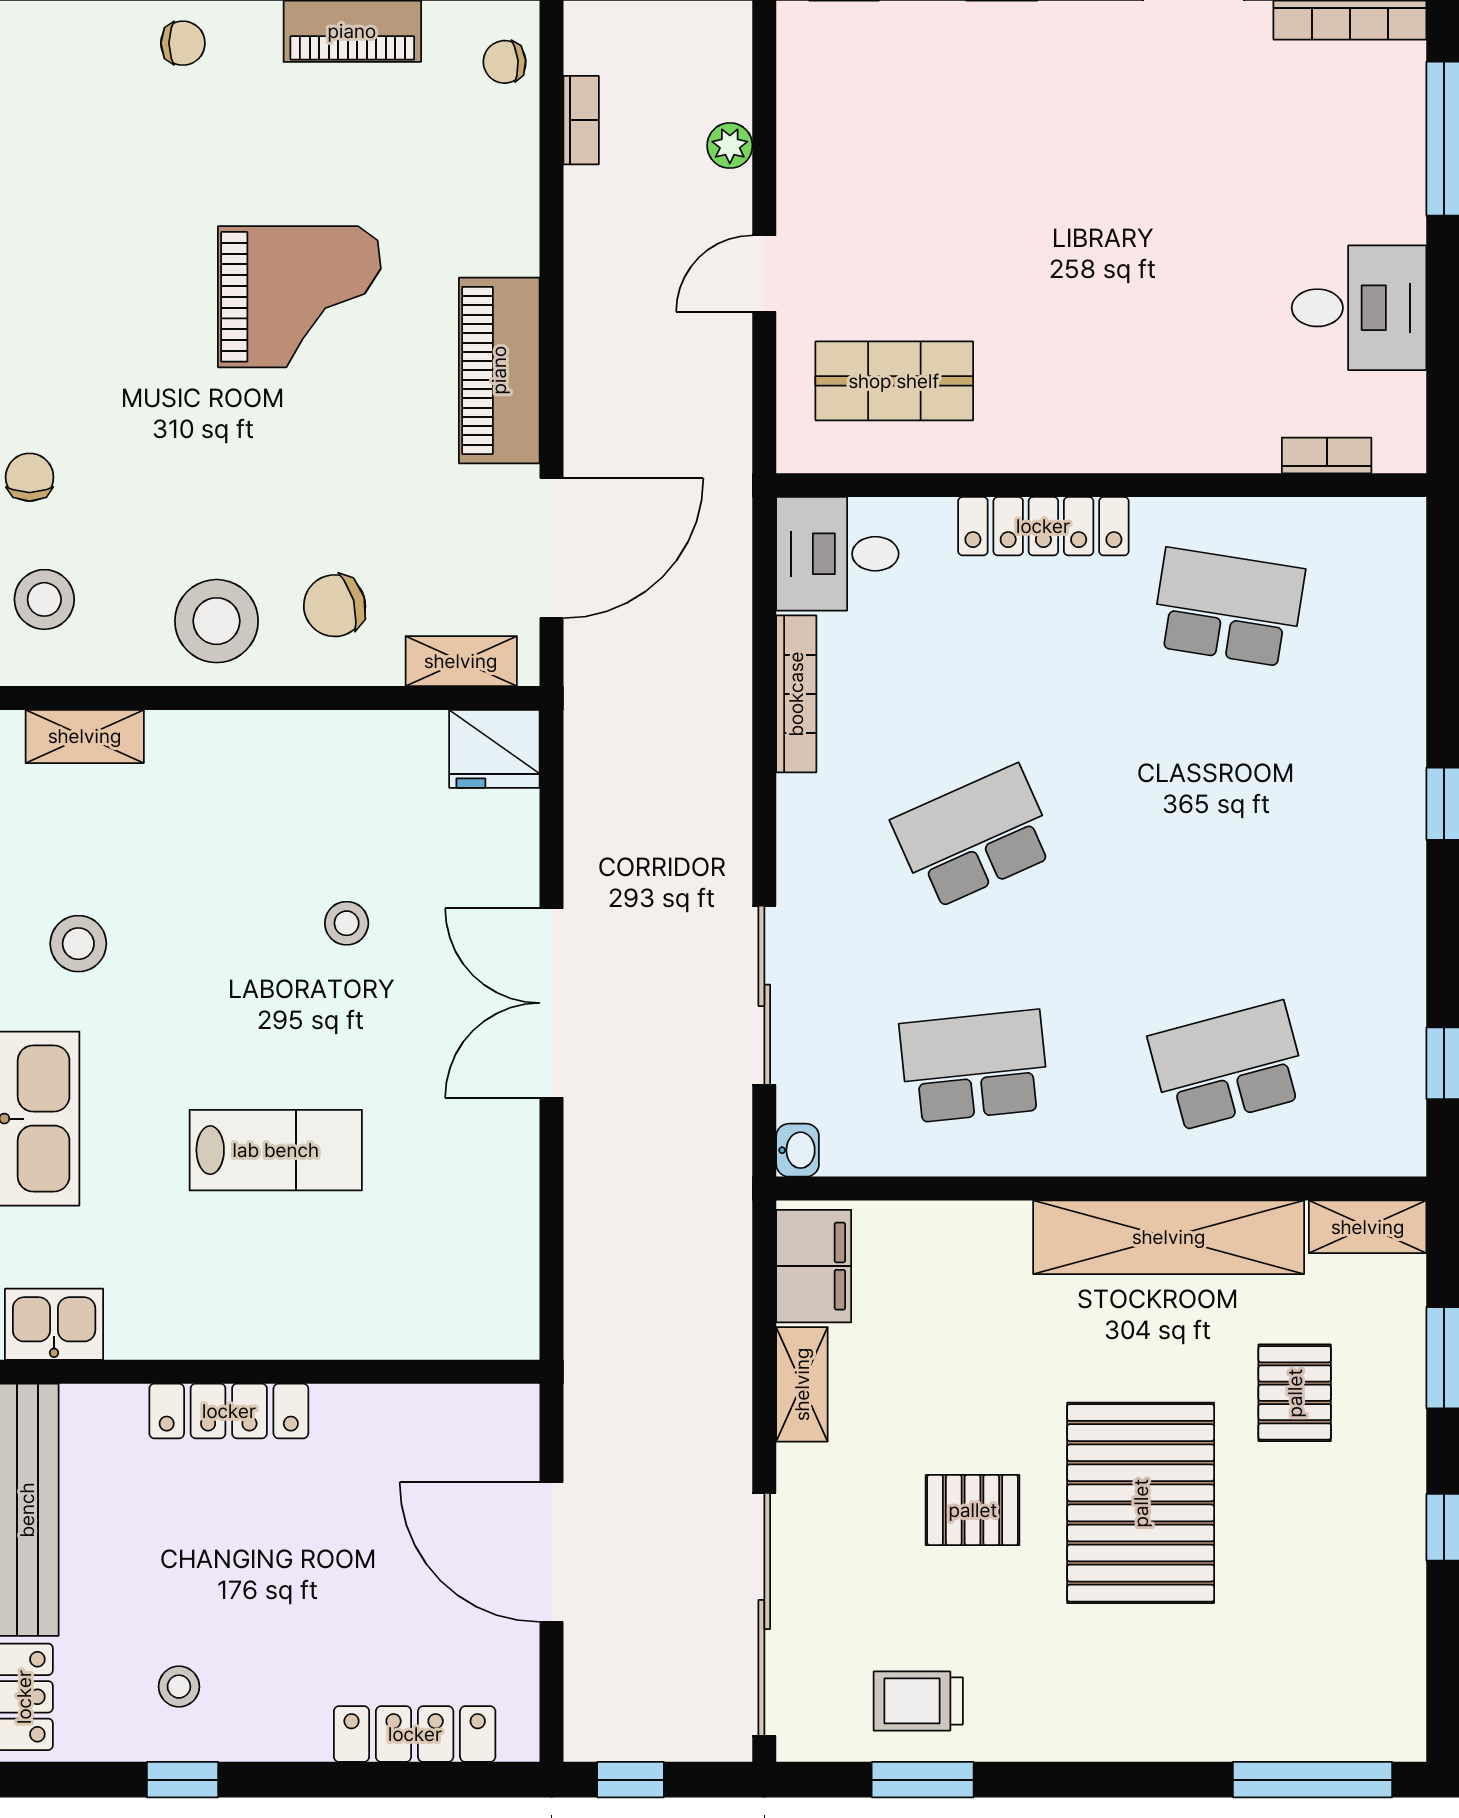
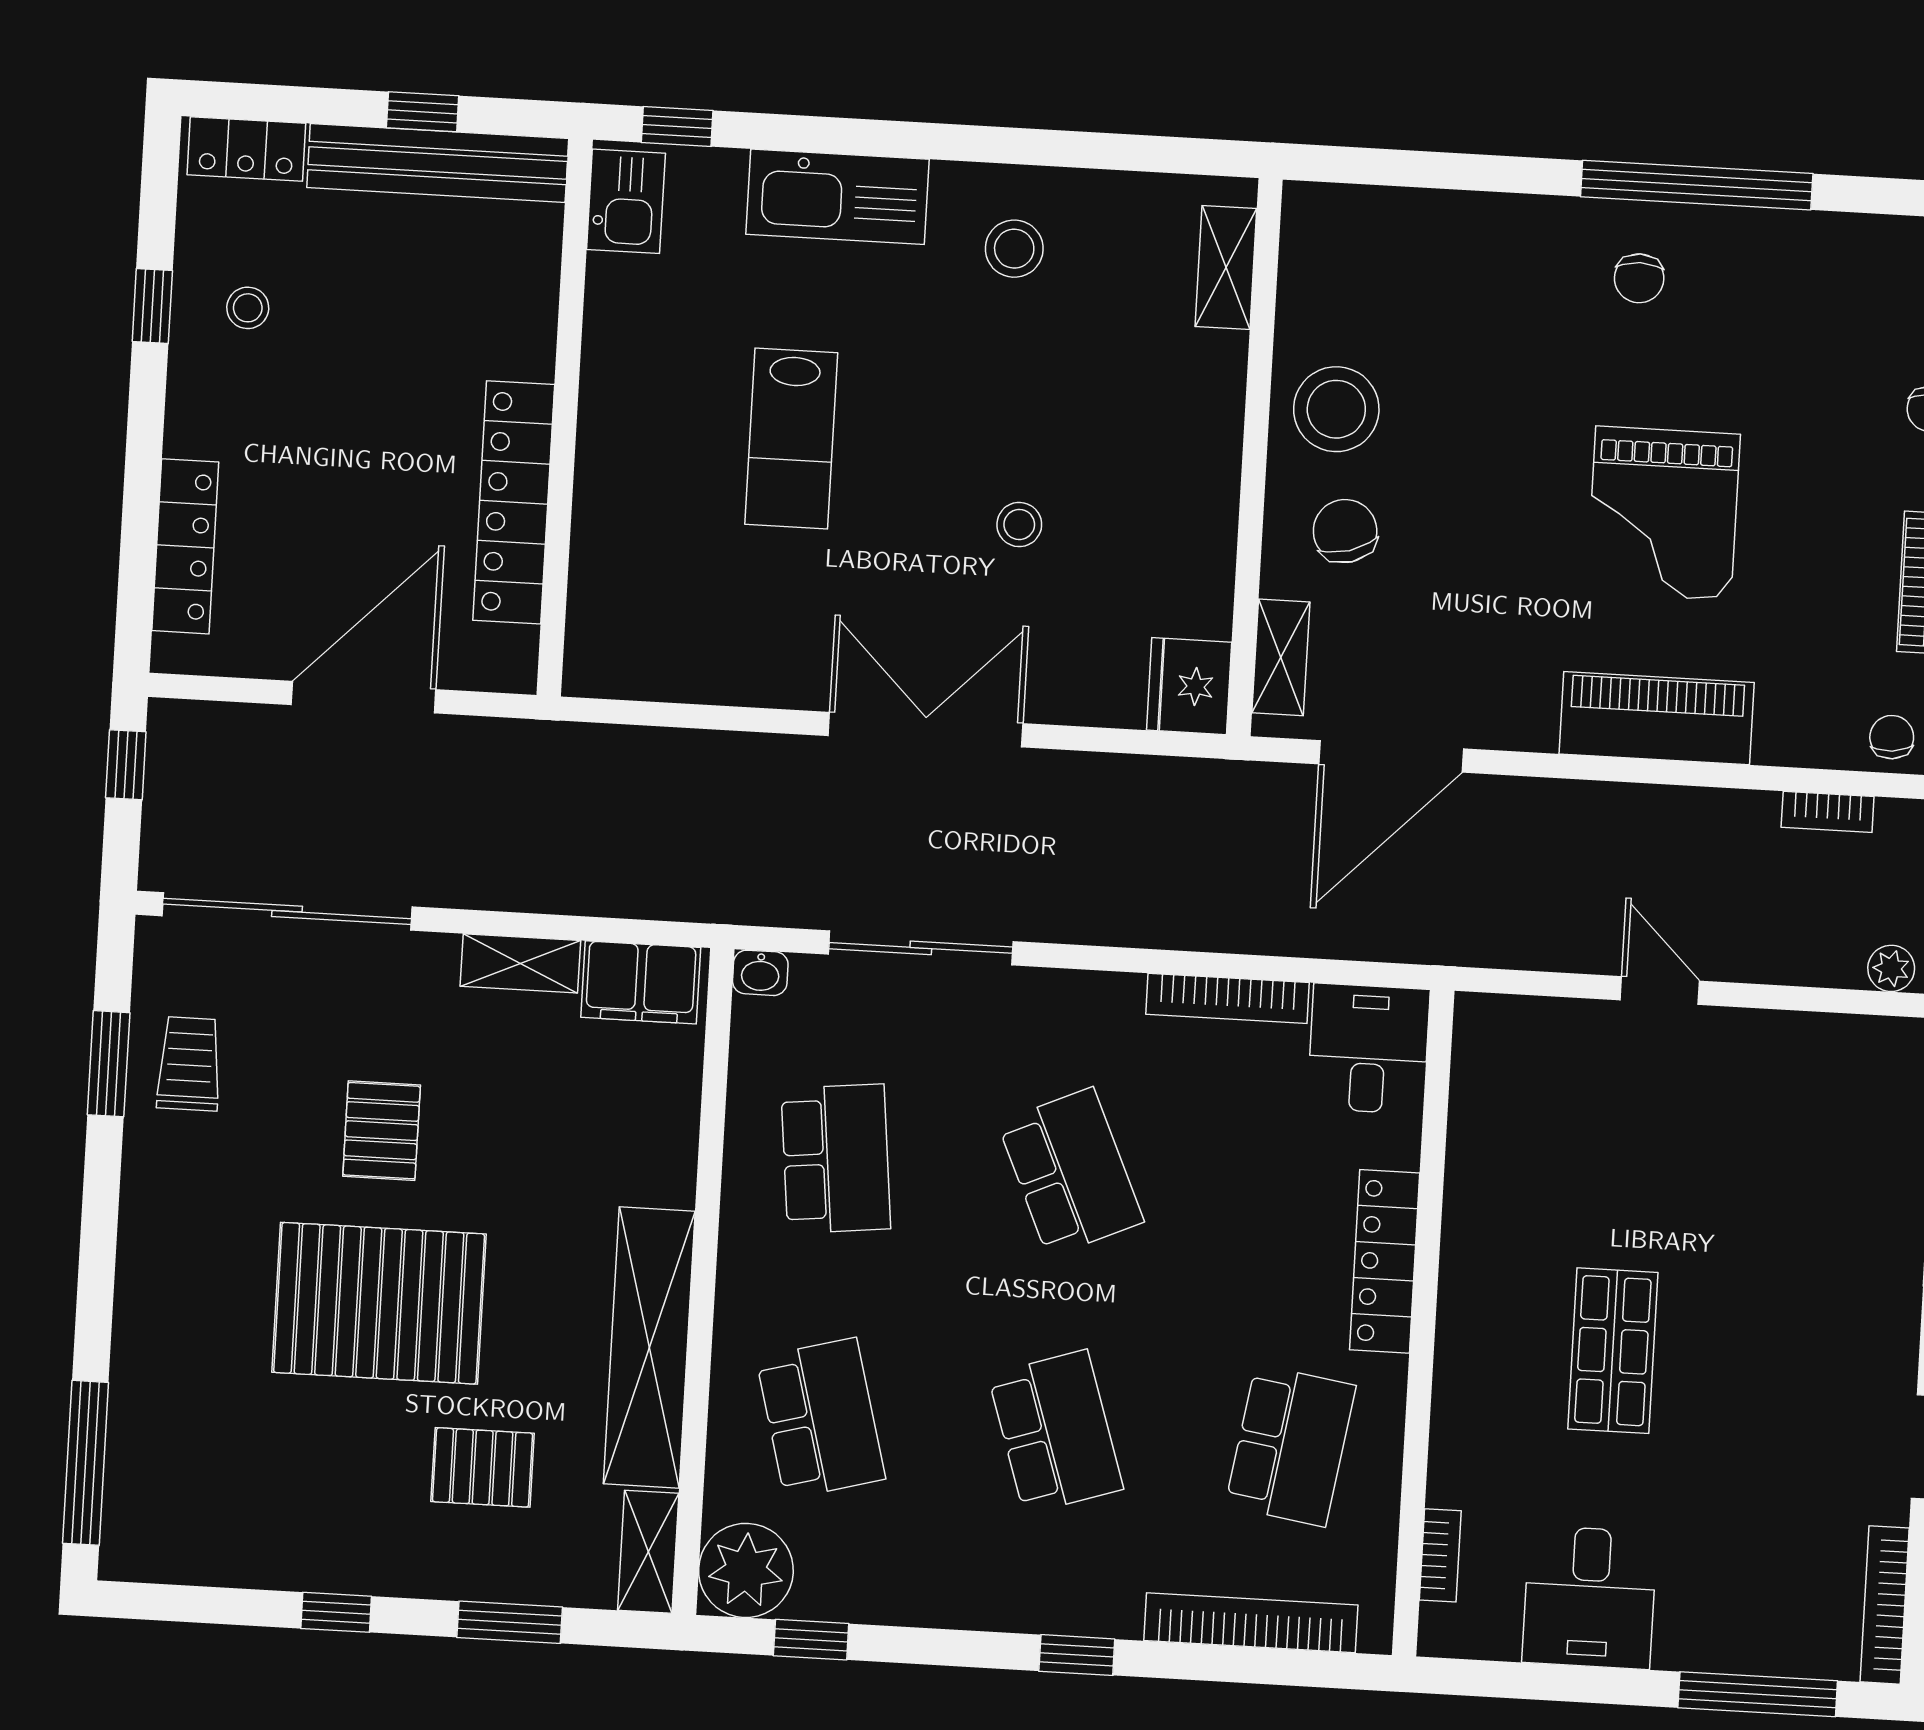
plant: (730, 146) -> (1891, 968), moved
piano: (499, 370) -> (1657, 718), moved
shop shelf: (894, 381) -> (1613, 1351), moved
chair: (30, 477) -> (1639, 278), moved, turned 90
door: (552, 548) -> (1391, 756), hinge flipped
stool: (44, 599) -> (1369, 234), removed
bookcase: (1403, 636) -> (1251, 1623), added
school desk: (1228, 837) -> (1056, 1432), added
plant: (1380, 1131) -> (746, 1570), added
locker: (229, 1411) -> (514, 502), moved, width x1.41, depth x1.21

